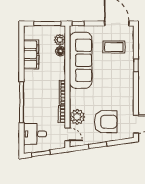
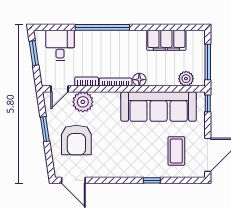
floor lamp: (61, 51) -> (139, 80), moved

